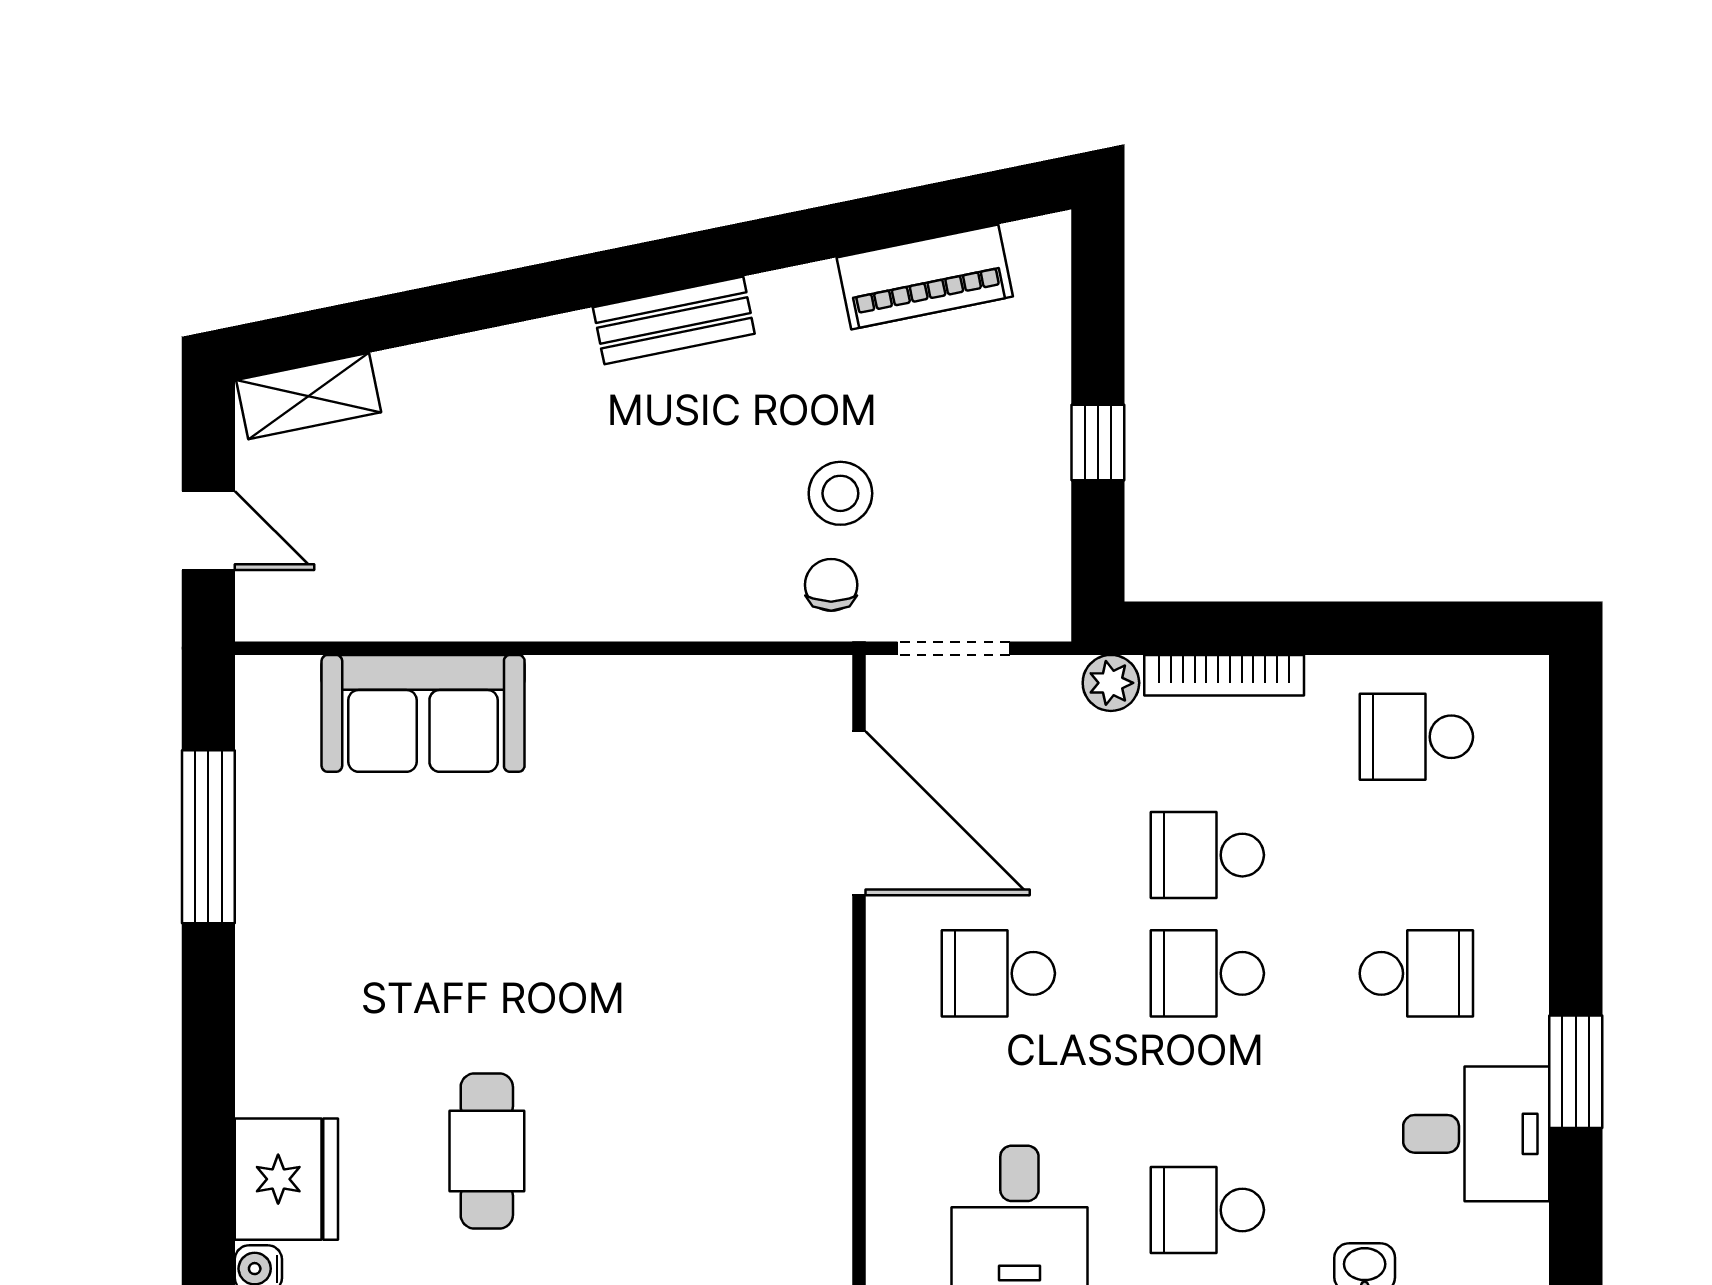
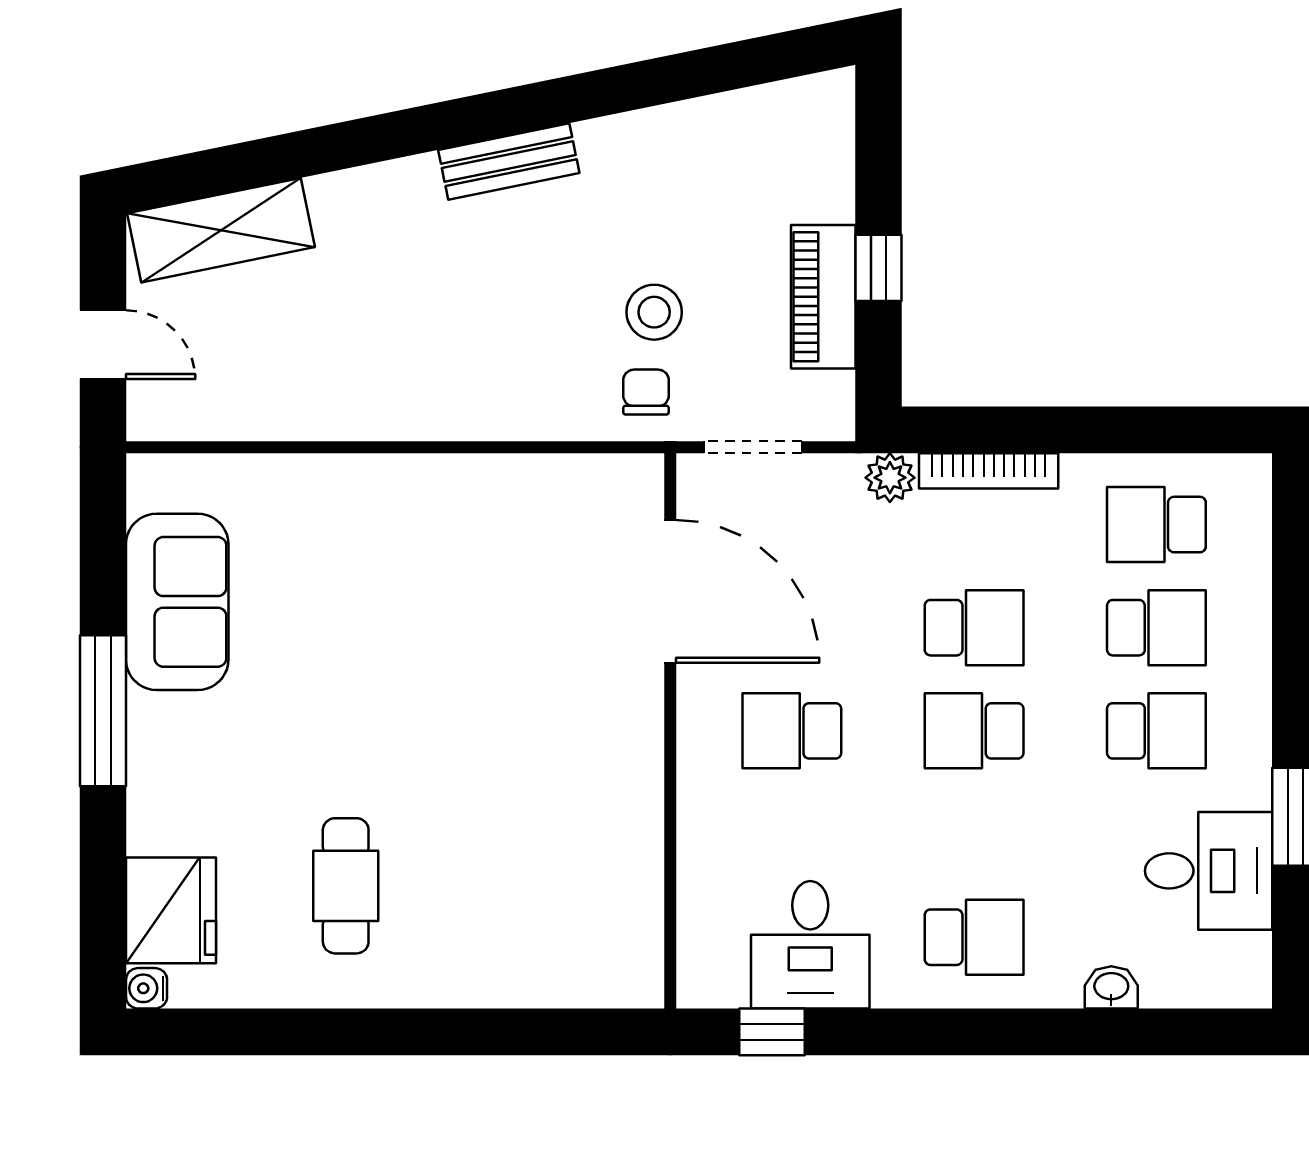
piano: (925, 277) -> (823, 297), moved, turned 102
shelving: (309, 396) -> (221, 230), width x1.50, depth x1.33
sofa: (423, 713) -> (177, 602), moved, turned -90
window: (208, 837) -> (103, 711), moved
school desk: (1207, 855) -> (974, 628), turned 180
school desk: (1416, 855) -> (1156, 628), added
school desk: (1207, 1210) -> (974, 937), turned 180

